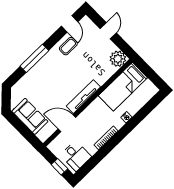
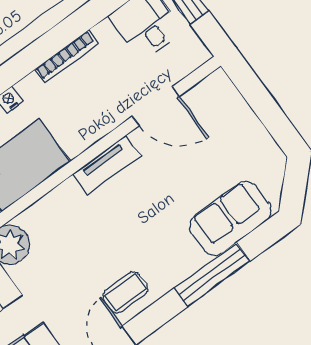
tv unit: (83, 97) -> (107, 165), width x0.71
sofa: (30, 116) -> (230, 218), moved, turned 90

